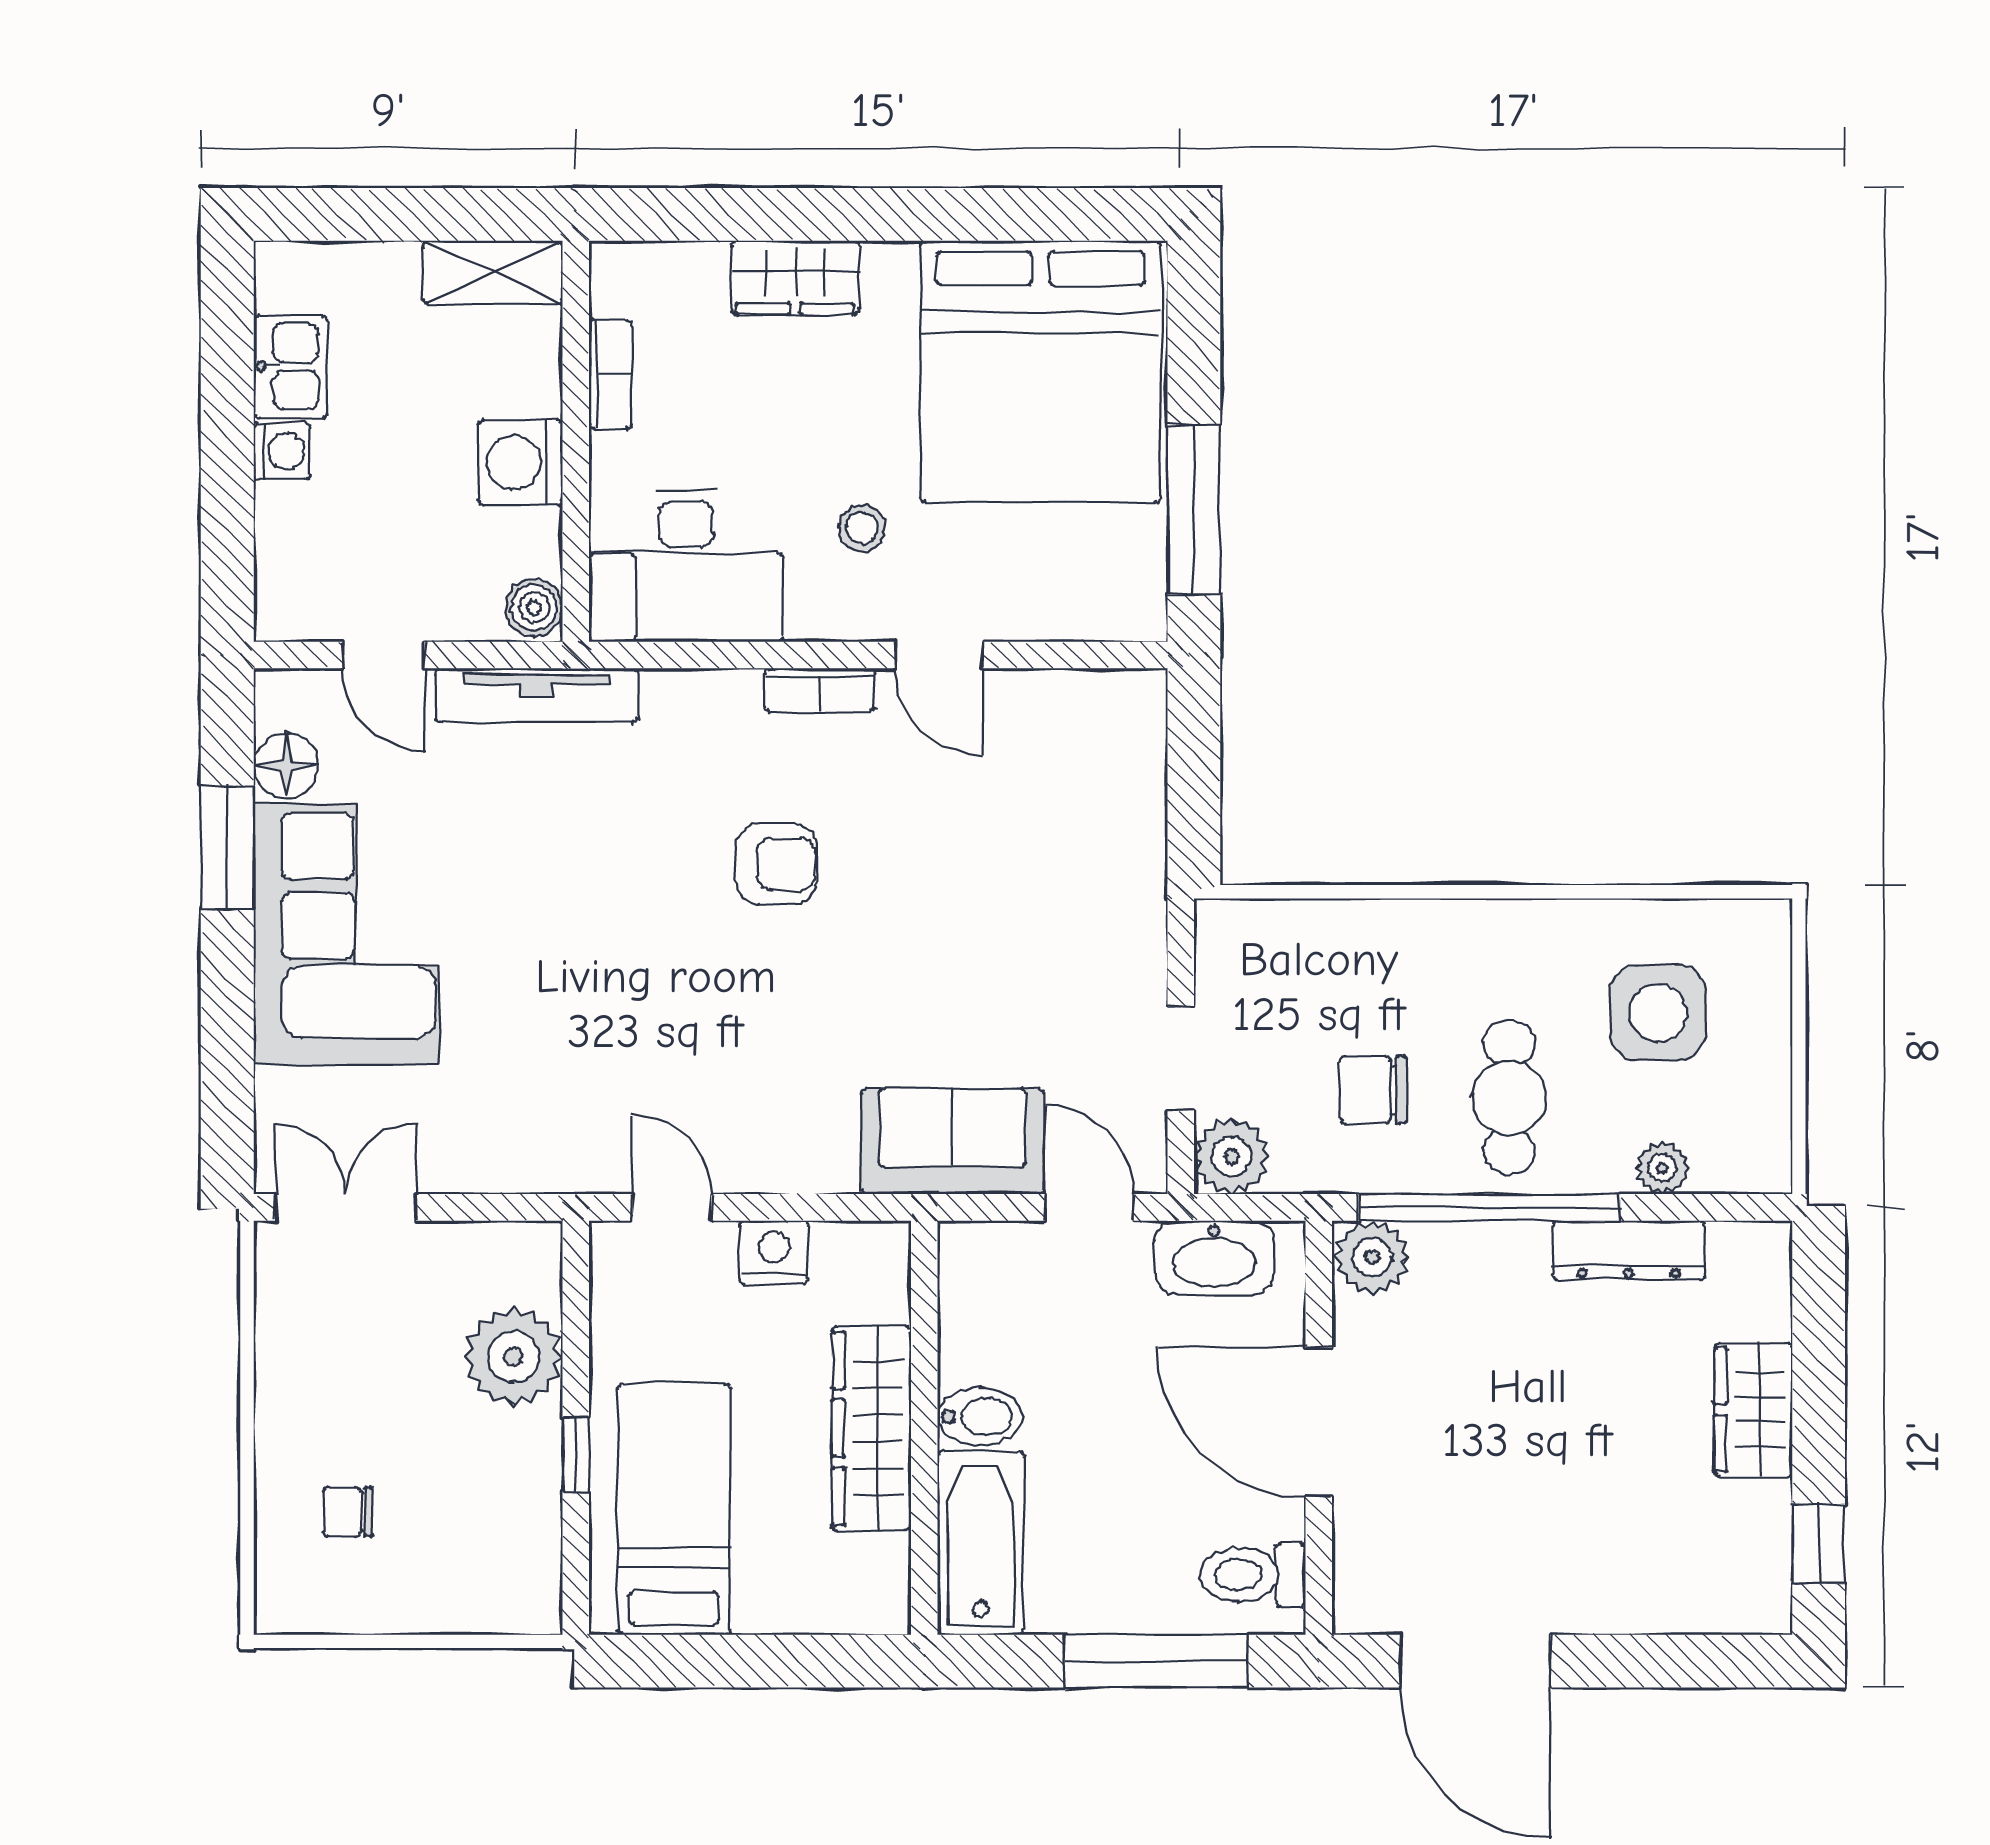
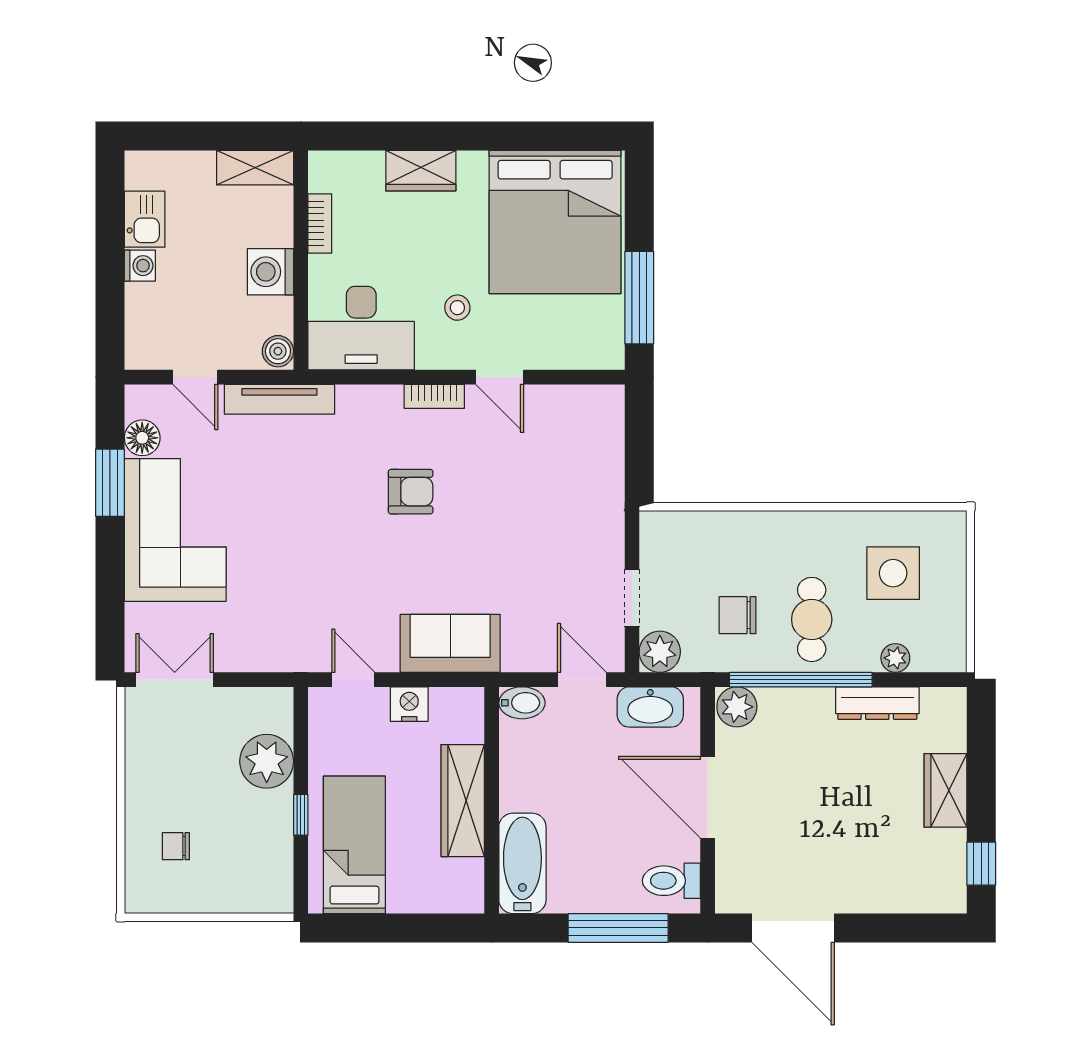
sofa: (952, 1141) -> (450, 643), moved
bidet: (980, 1417) -> (522, 703), moved

